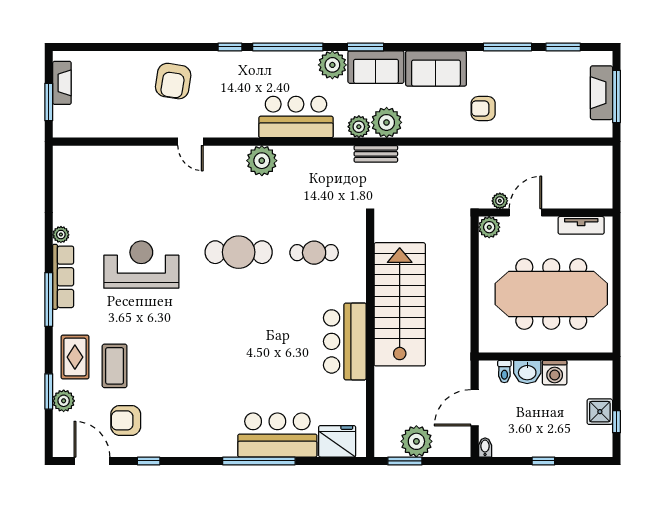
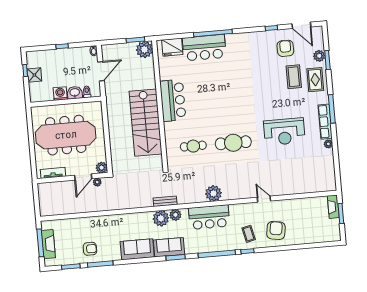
plant: (332, 65) -> (192, 246), removed
coffee table: (225, 79) -> (249, 234), added
fireplace: (62, 83) -> (333, 207), moved
armchair: (483, 108) -> (90, 249), moved
plant: (262, 161) -> (213, 193), moved
armchair: (126, 420) -> (285, 48), turned -90
plant: (416, 441) -> (144, 50), moved

